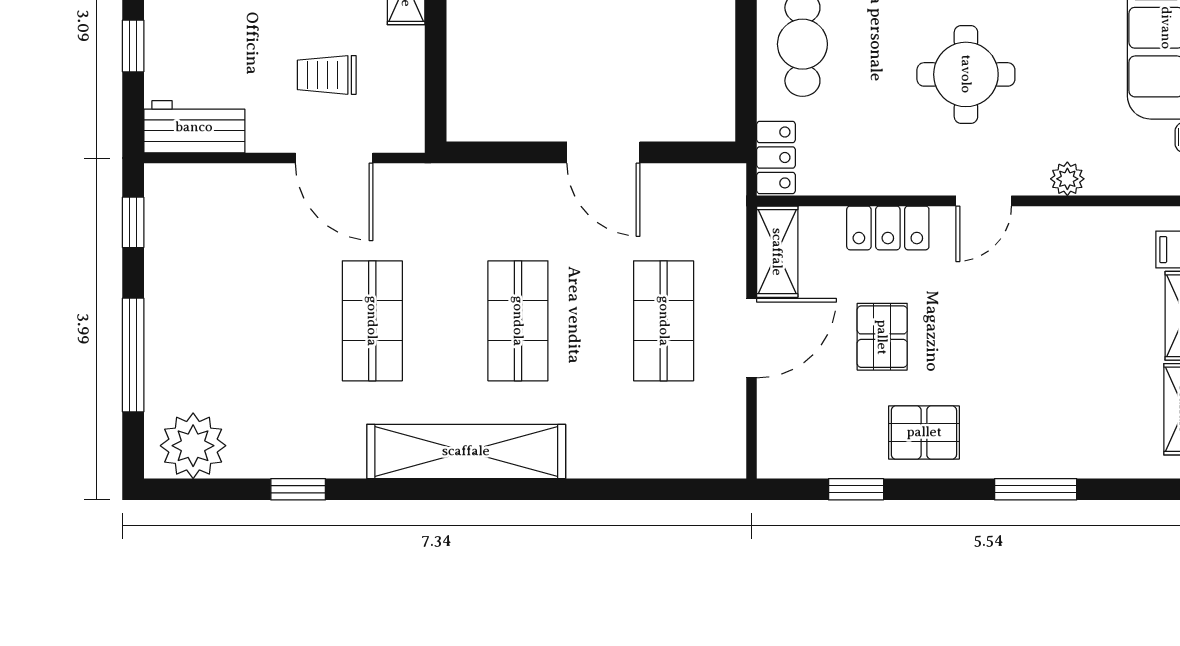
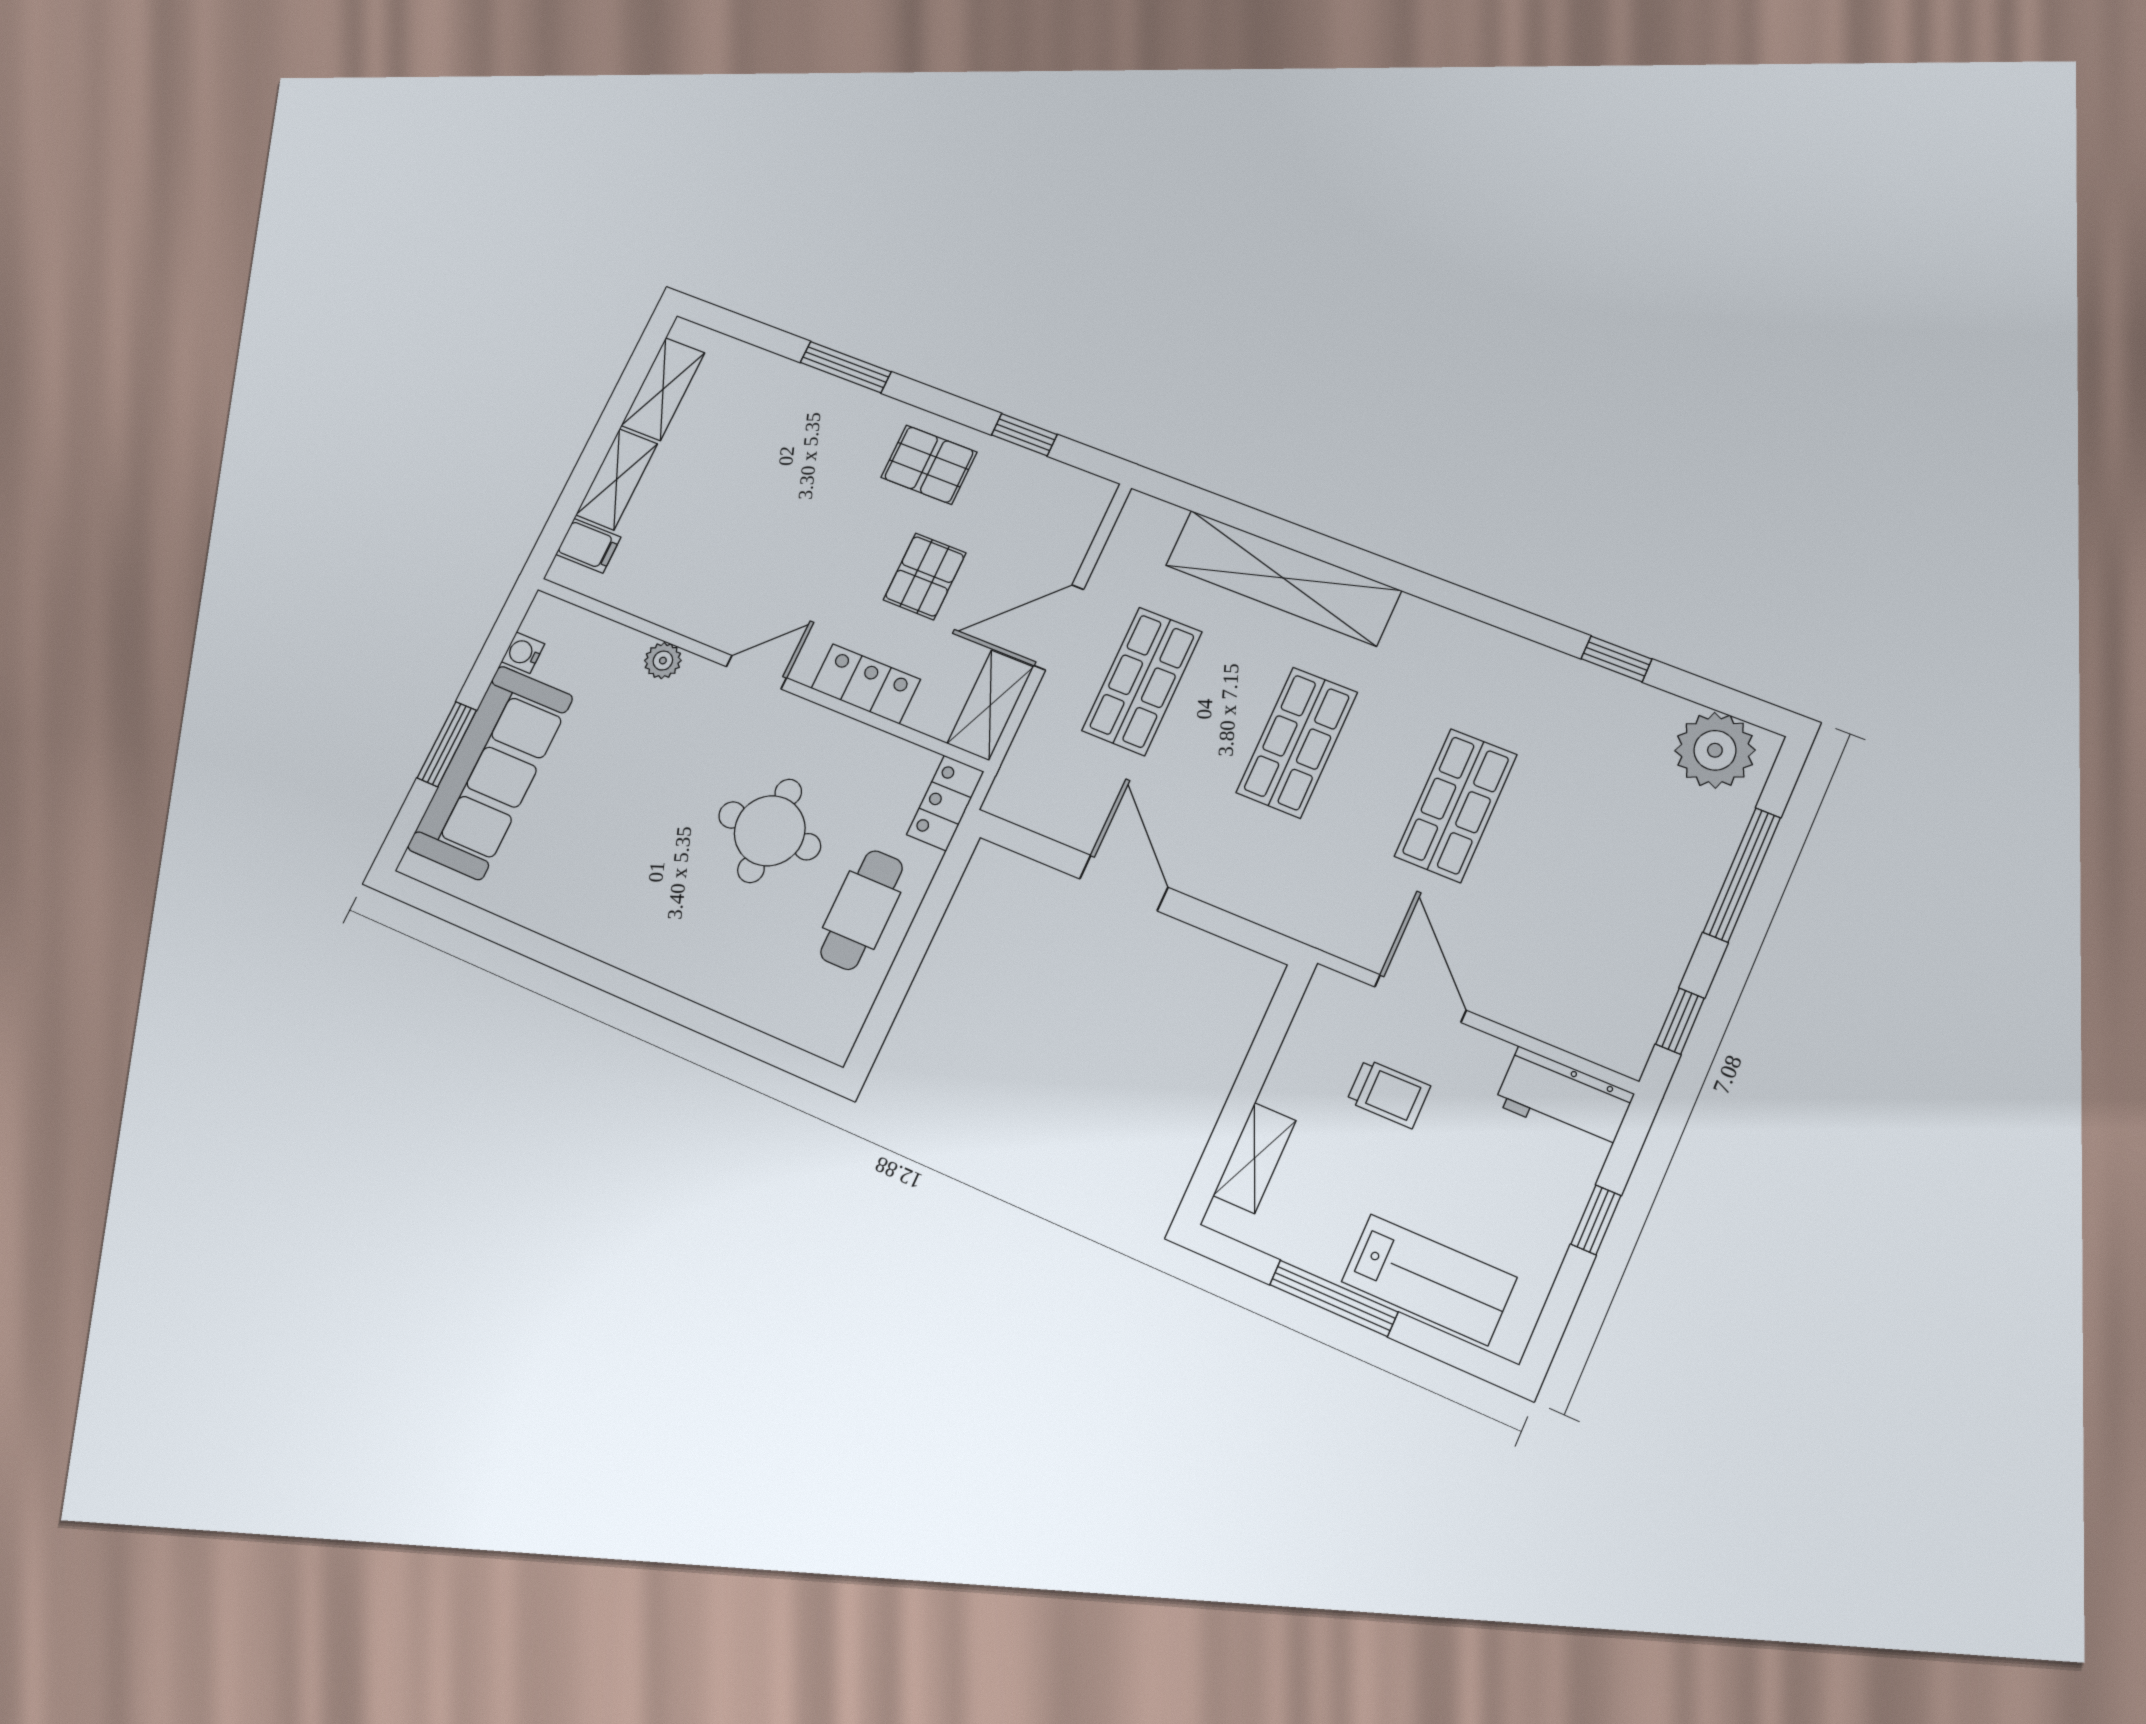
round table: (966, 74) -> (770, 831), moved
shelving: (466, 451) -> (1283, 578), moved

